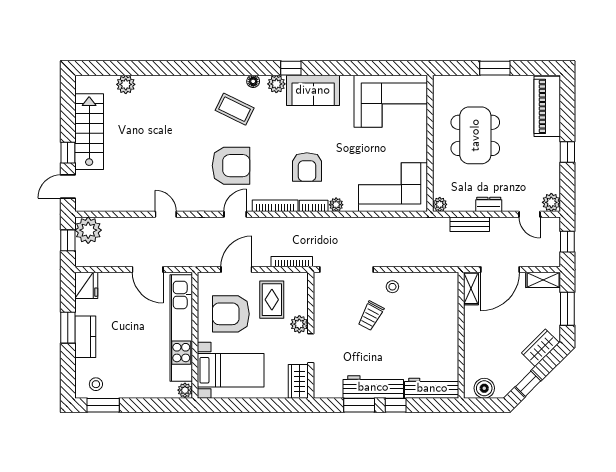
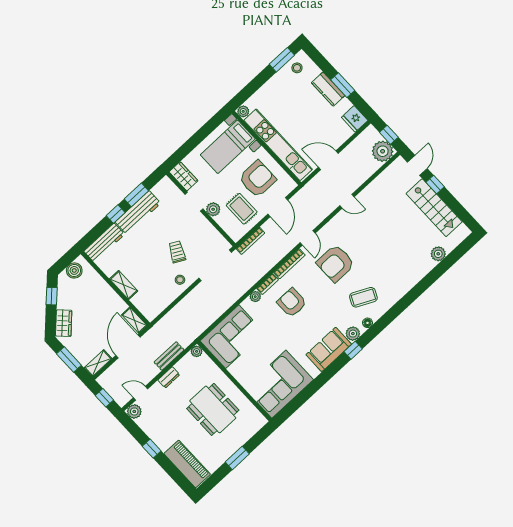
shelving: (450, 331) -> (124, 285), added

